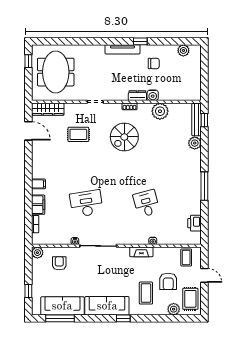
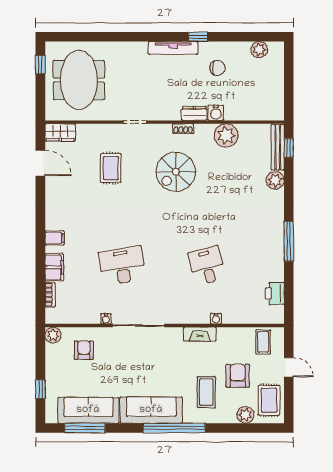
wardrobe: (48, 109) -> (60, 132), width x0.67
rug: (78, 134) -> (111, 168), turned 90
armchair: (168, 281) -> (238, 376), turned 180
window: (123, 318) -> (174, 428), width x3.17

